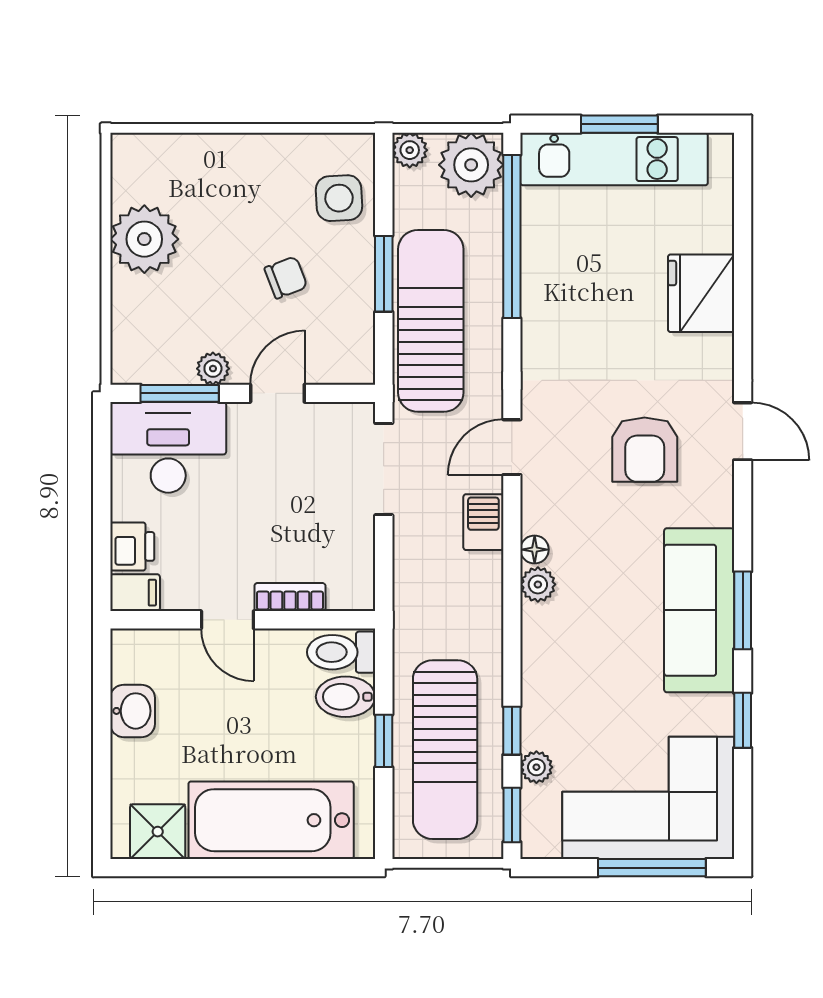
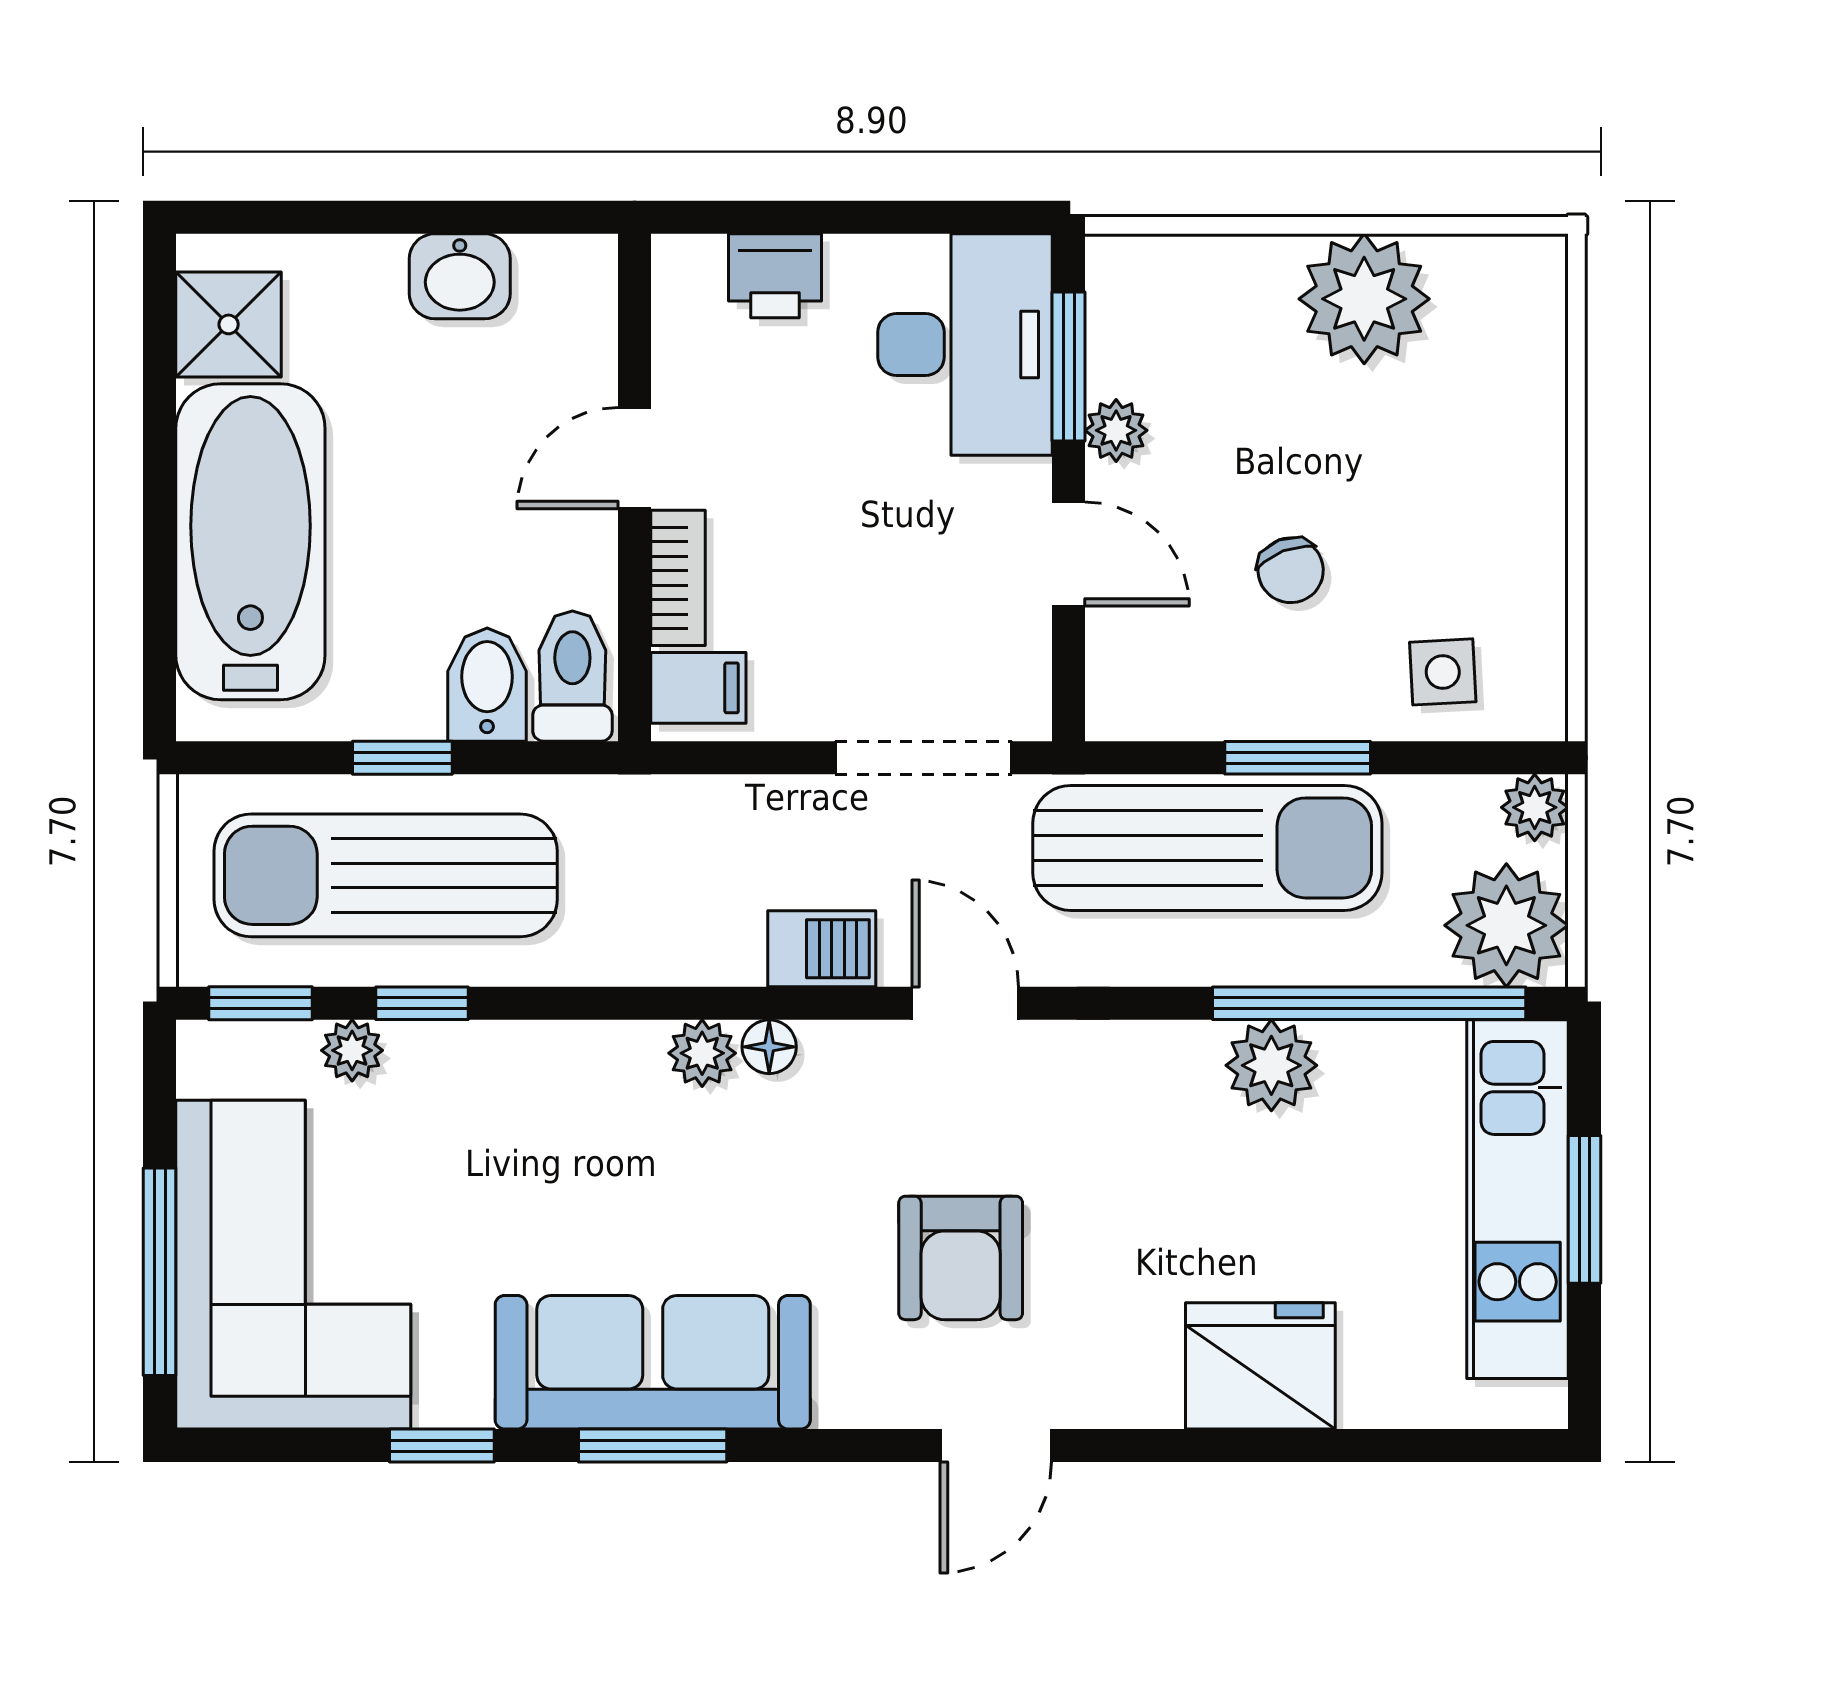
side table: (339, 198) -> (1443, 672), width x0.73, depth x0.73
plant: (544, 288) -> (1271, 1065), added
armchair: (645, 450) -> (961, 1258), turned -90
filing cabinet: (135, 593) -> (698, 688), moved, turned -90

